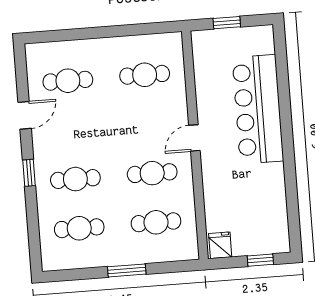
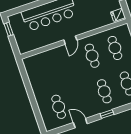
window: (227, 23) -> (9, 29), moved
cafe table: (145, 75) -> (47, 71), removed
door: (194, 138) -> (70, 40), hinge flipped

